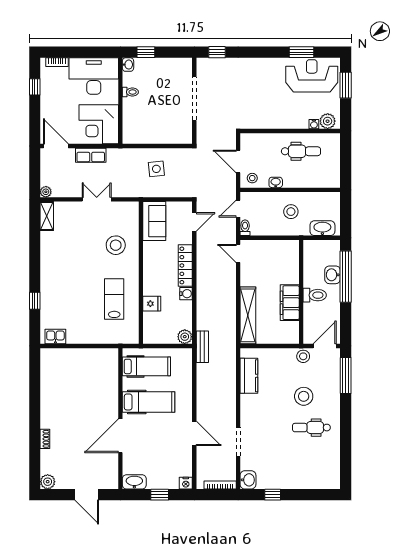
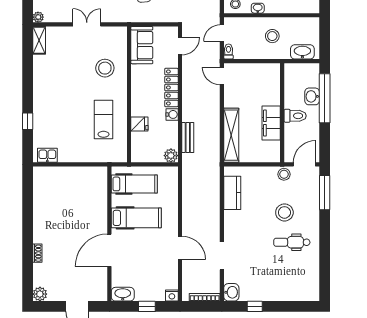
bench: (202, 347) -> (188, 138), moved

